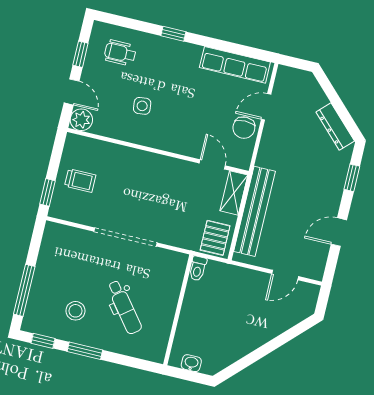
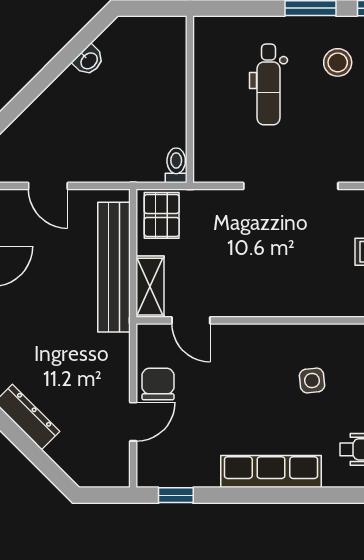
window: (173, 34) -> (176, 495), moved
row of seats: (235, 65) -> (271, 472), moved
door: (285, 275) -> (48, 186), swing flipped
dental chair: (124, 307) -> (268, 84), turned -142
washbasin: (191, 363) -> (89, 60), moved, turned -45

